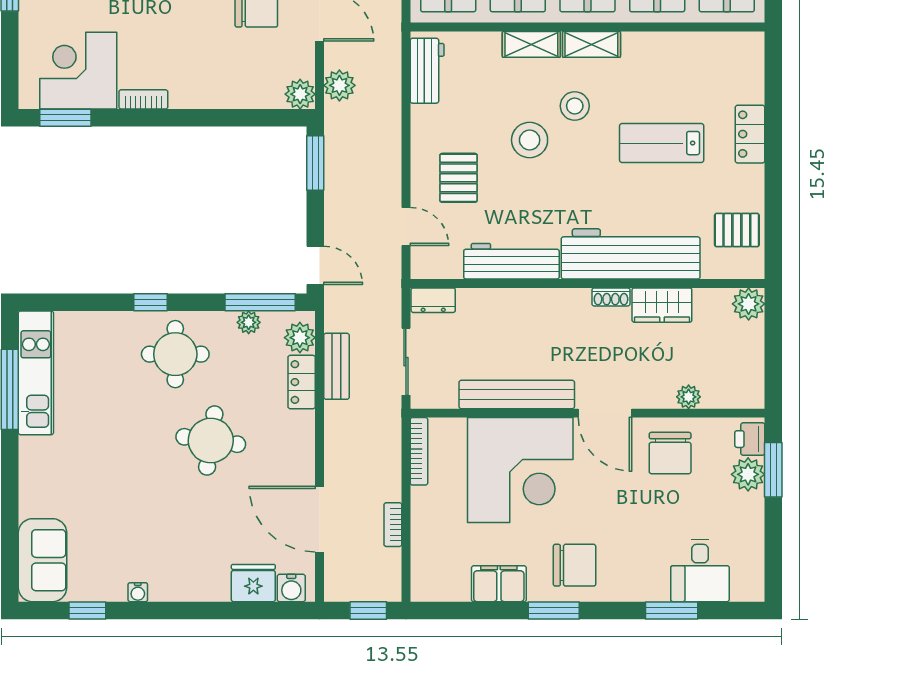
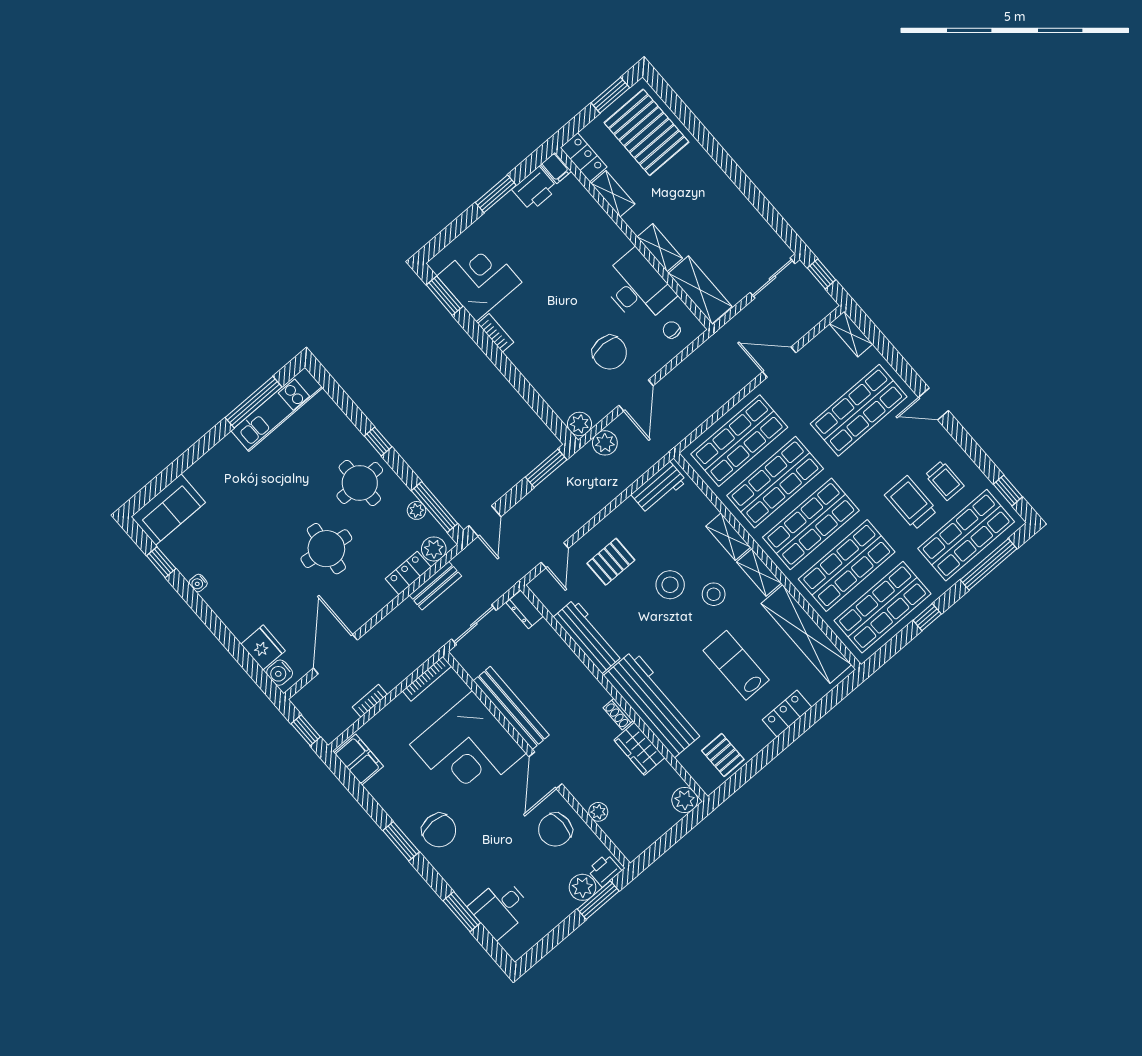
shelving: (690, 50) -> (806, 634), added
filing cabinet: (499, 584) -> (359, 759), moved

